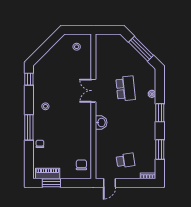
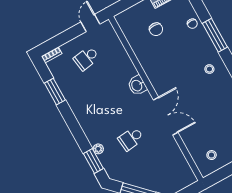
school desk: (126, 88) -> (131, 139), width x0.54
double door: (93, 91) -> (166, 116), width x1.37
window: (160, 113) -> (93, 161), moved
chair: (81, 165) -> (156, 29), moved

